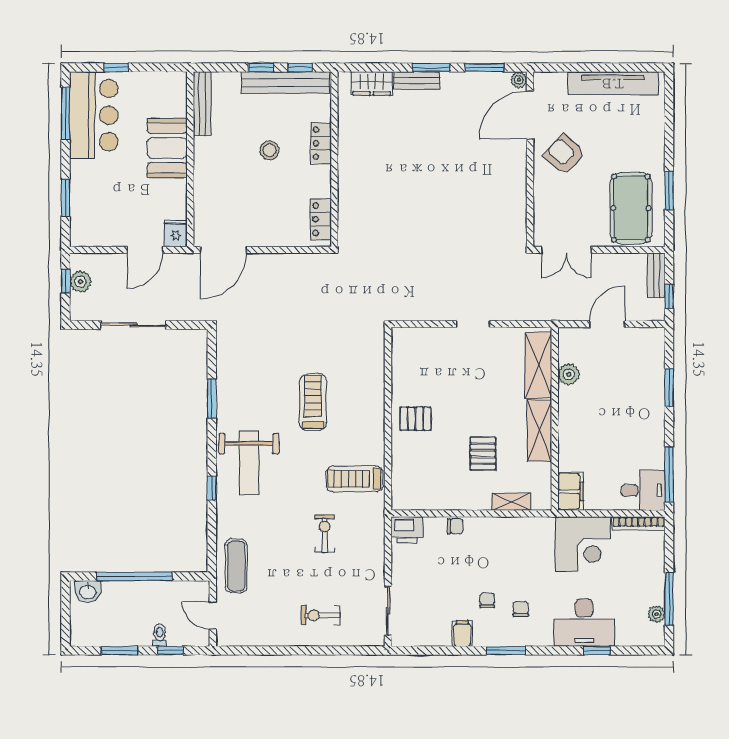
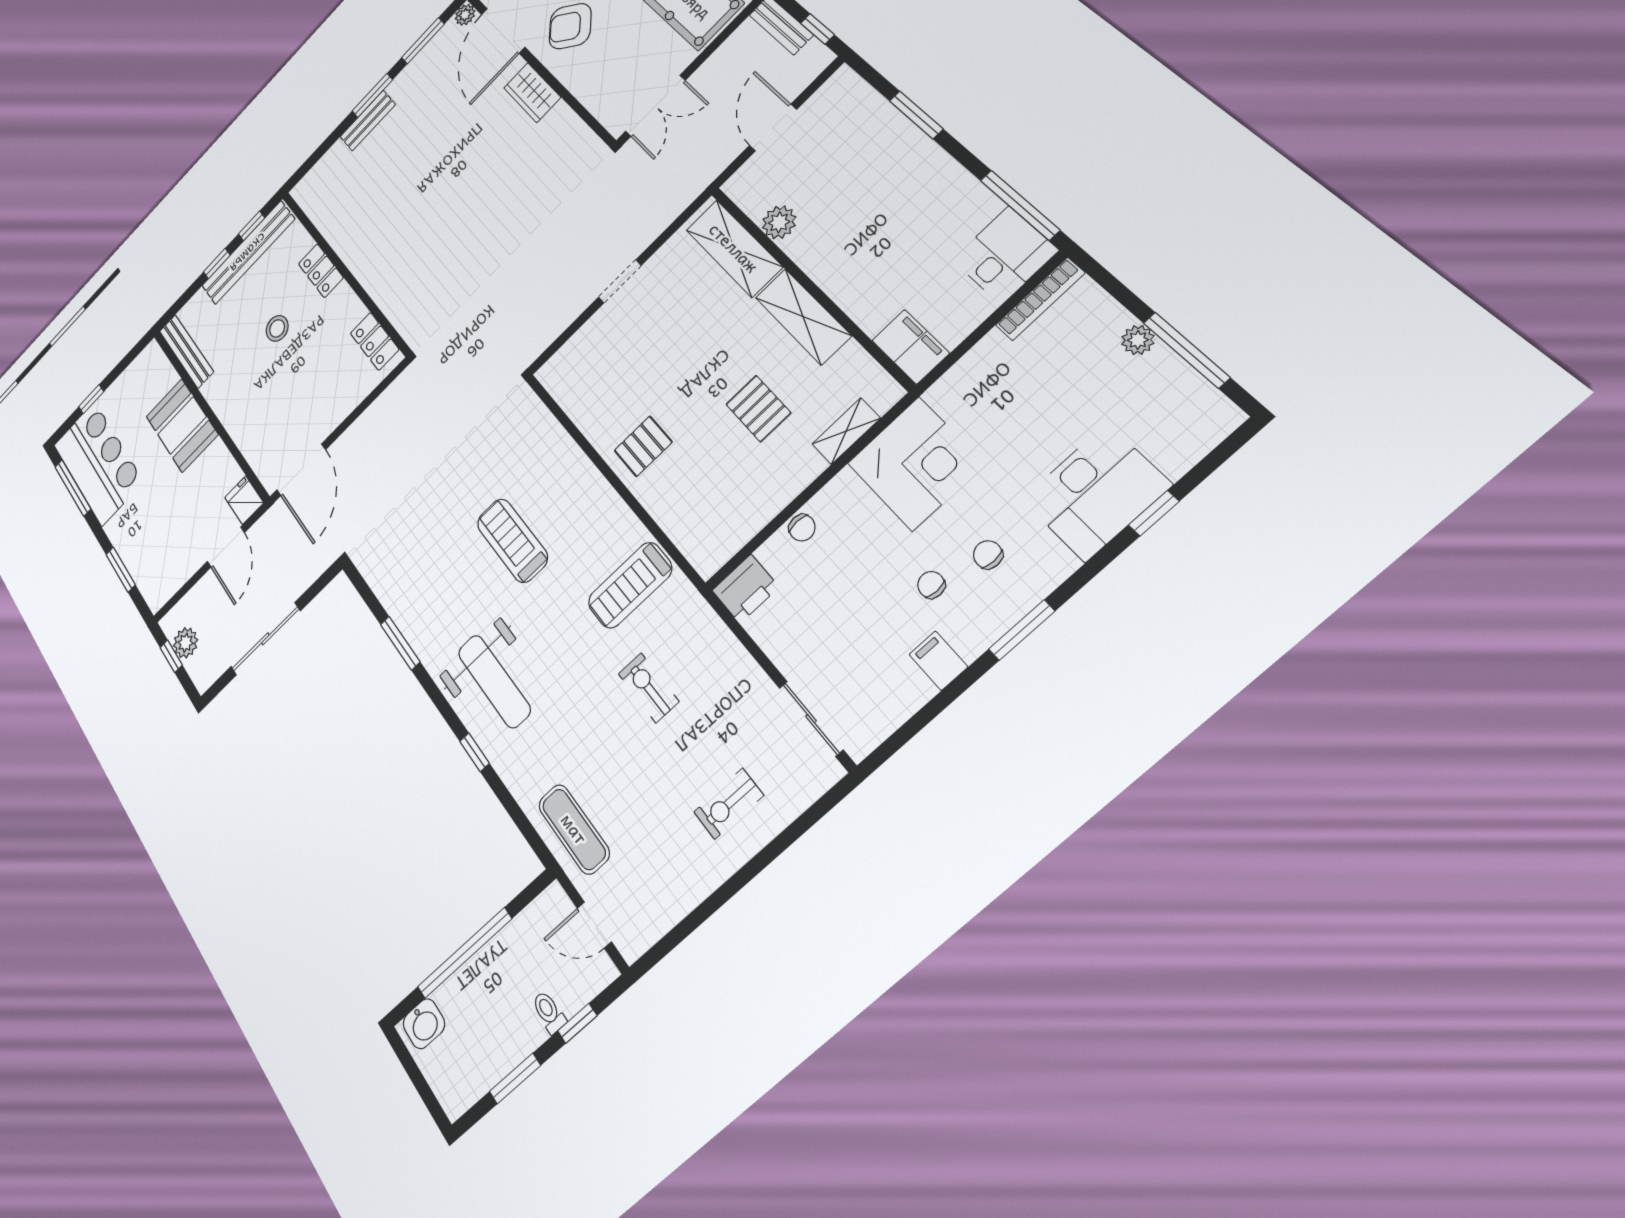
wardrobe: (372, 84) -> (532, 93), moved, turned 90
chair: (455, 526) -> (802, 528), turned 90
corner desk: (583, 544) -> (916, 464), moved
plant: (657, 614) -> (1138, 340), moved

